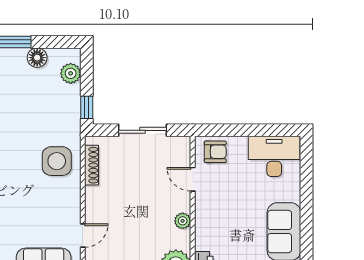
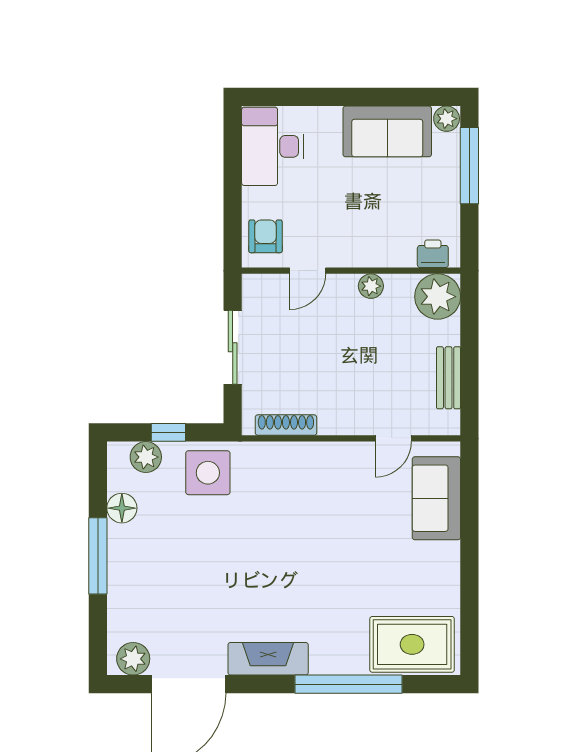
window: (87, 107) -> (168, 432), moved
side table: (57, 161) -> (208, 473), moved
door: (83, 236) -> (393, 438), swing flipped

